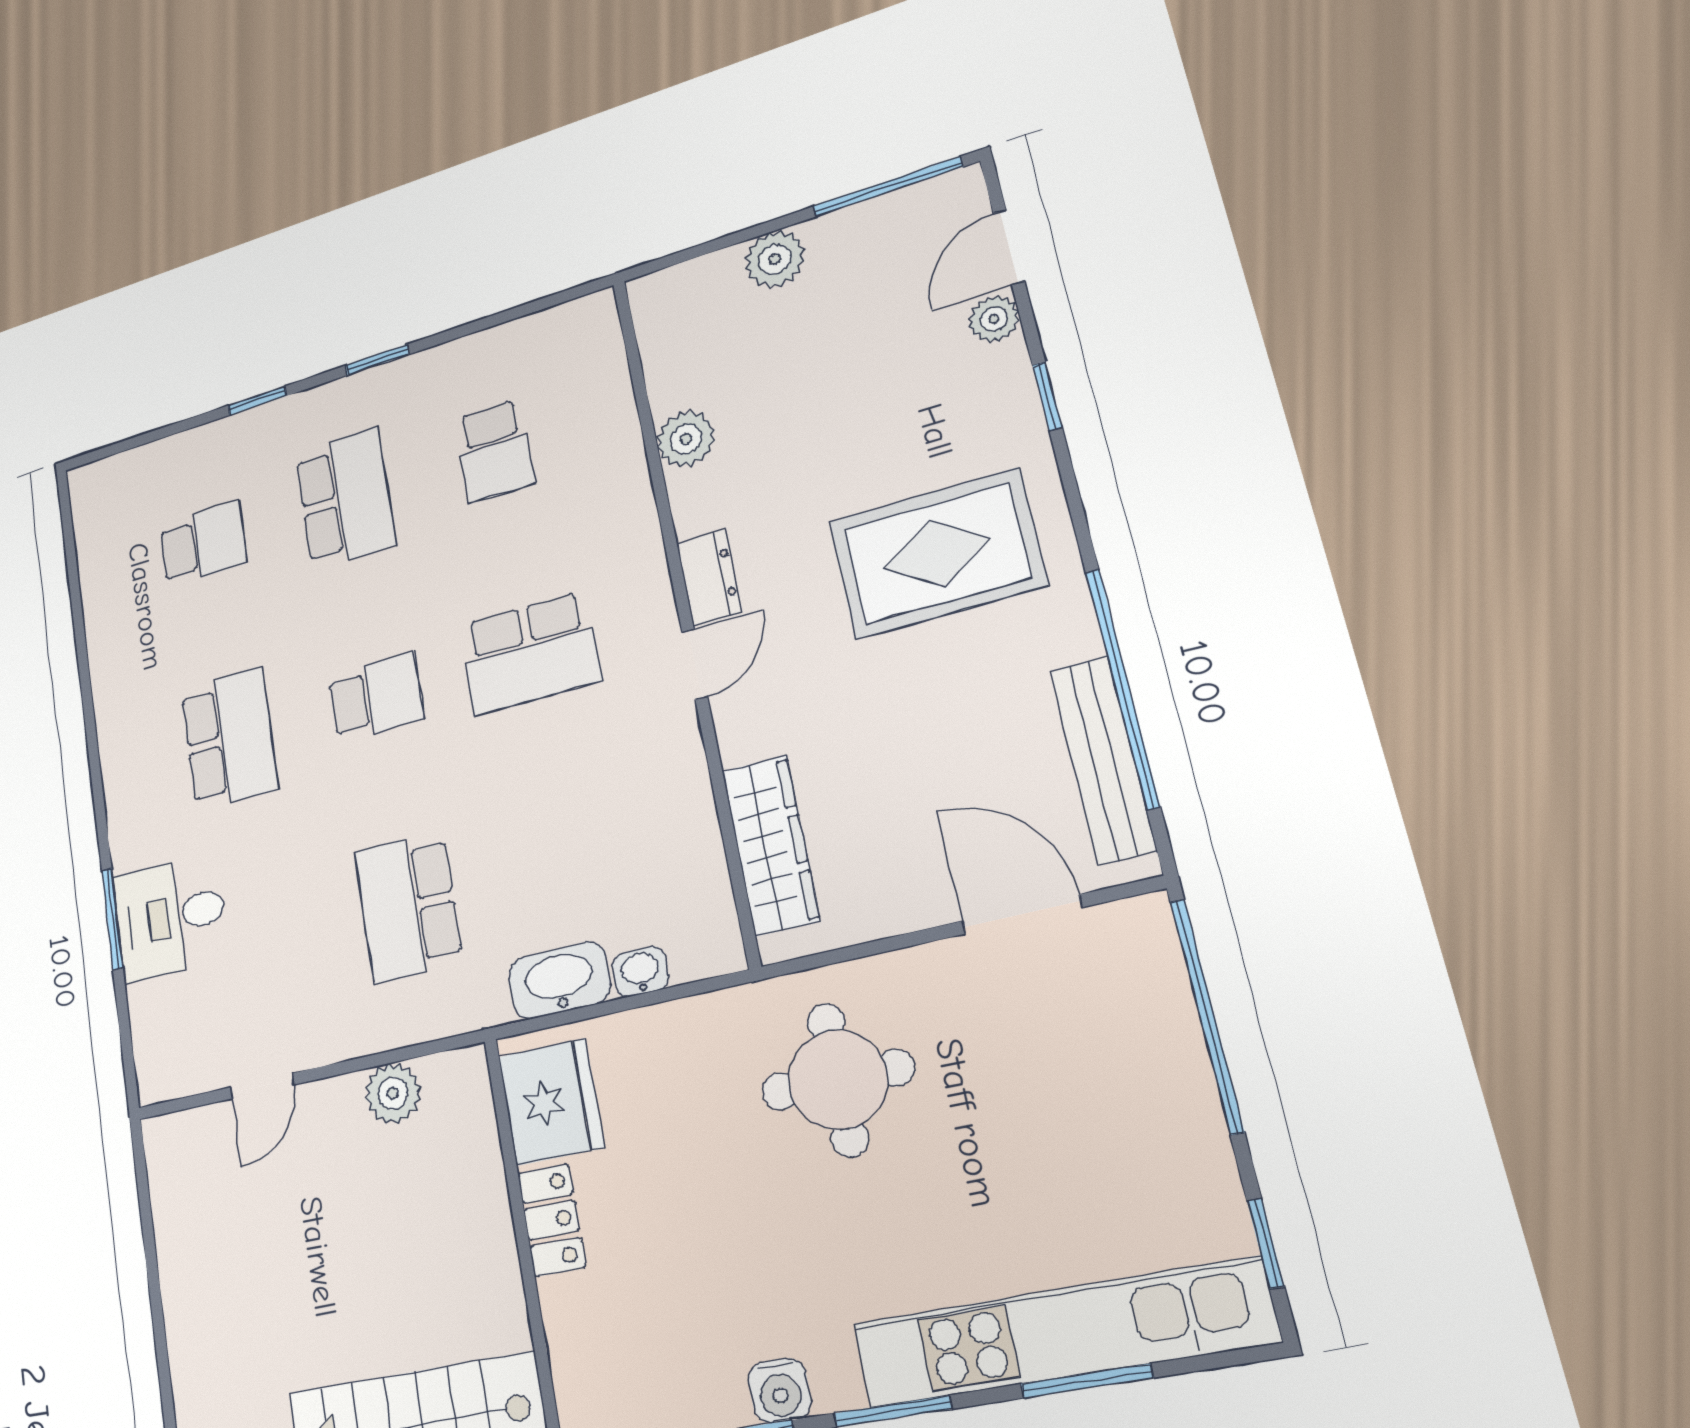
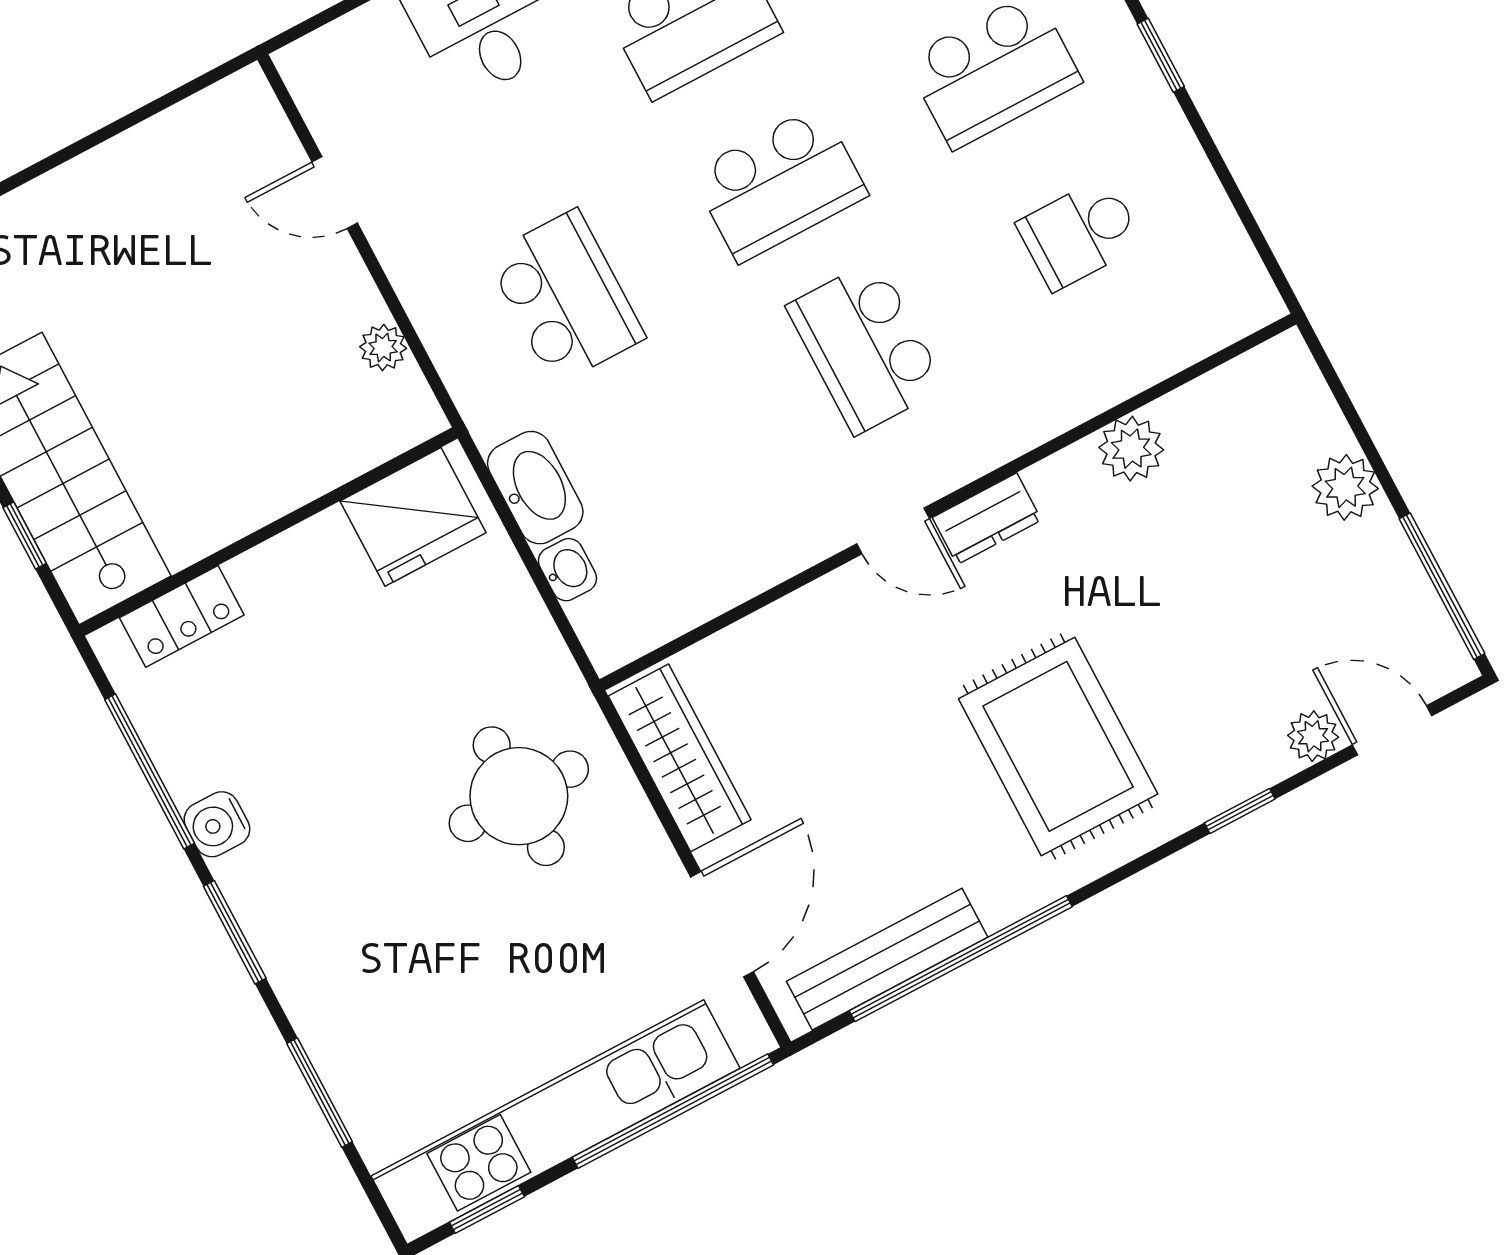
school desk: (376, 697) -> (779, 184), width x1.85
wardrobe: (771, 846) -> (680, 758), moved, turned -90
school desk: (408, 907) -> (566, 297), turned 90
plant: (393, 1093) -> (383, 348), width x0.73, depth x0.73
locker: (552, 1220) -> (182, 616), moved
kitchen unit: (1061, 1333) -> (555, 1122), moved, turned -90

